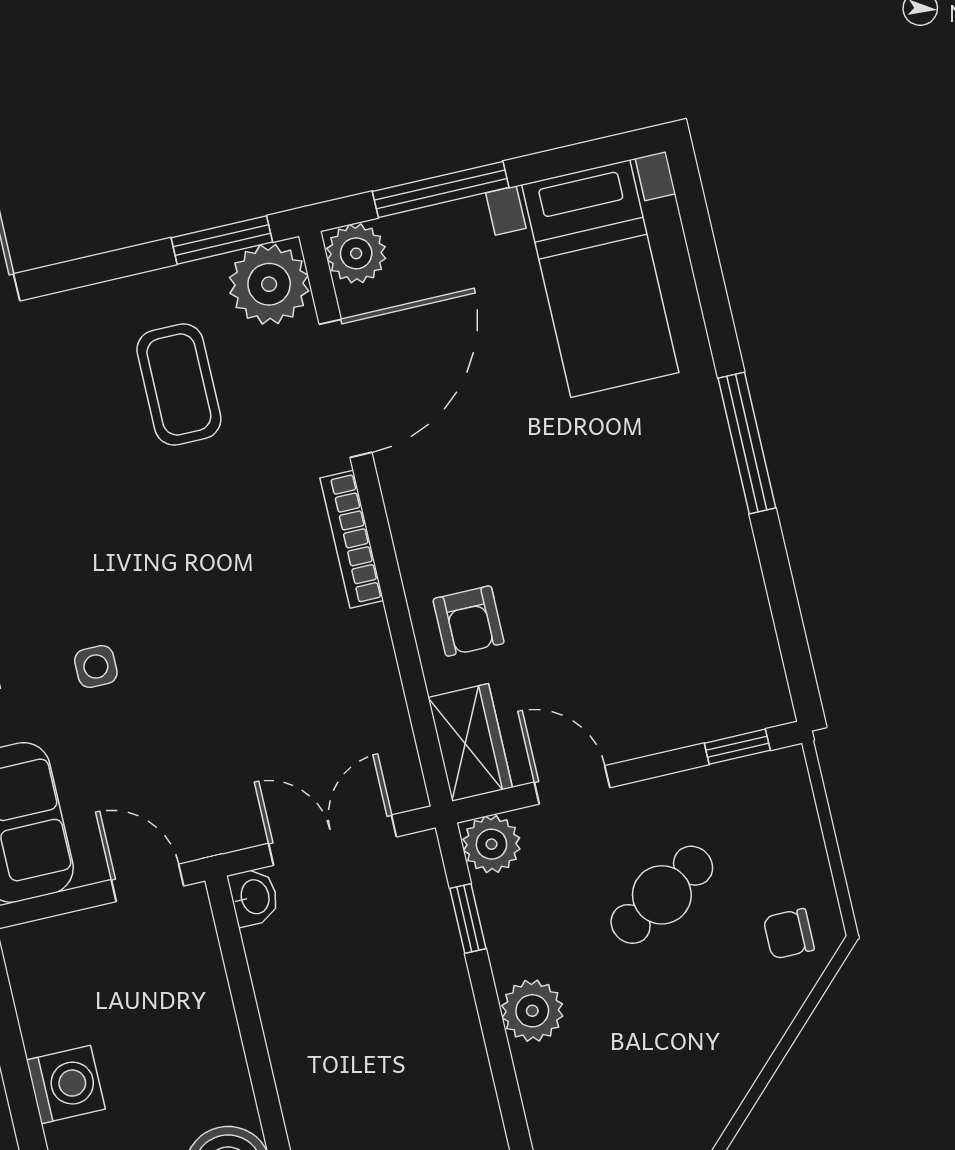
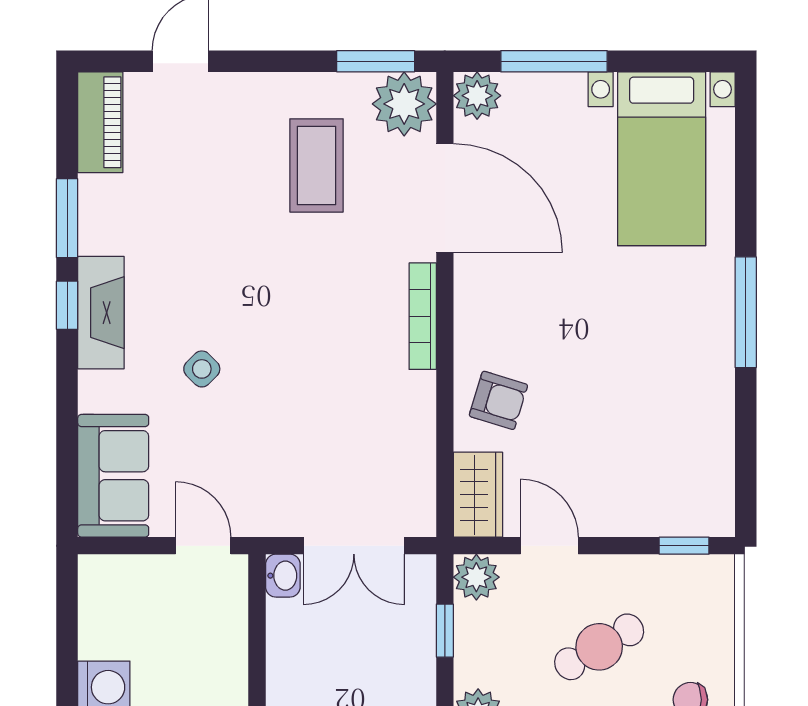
door: (346, 388) -> (445, 198), hinge flipped
armchair: (469, 621) -> (498, 400), turned -73
side table: (96, 667) -> (202, 369), turned 45
double door: (332, 840) -> (354, 546), swing flipped

